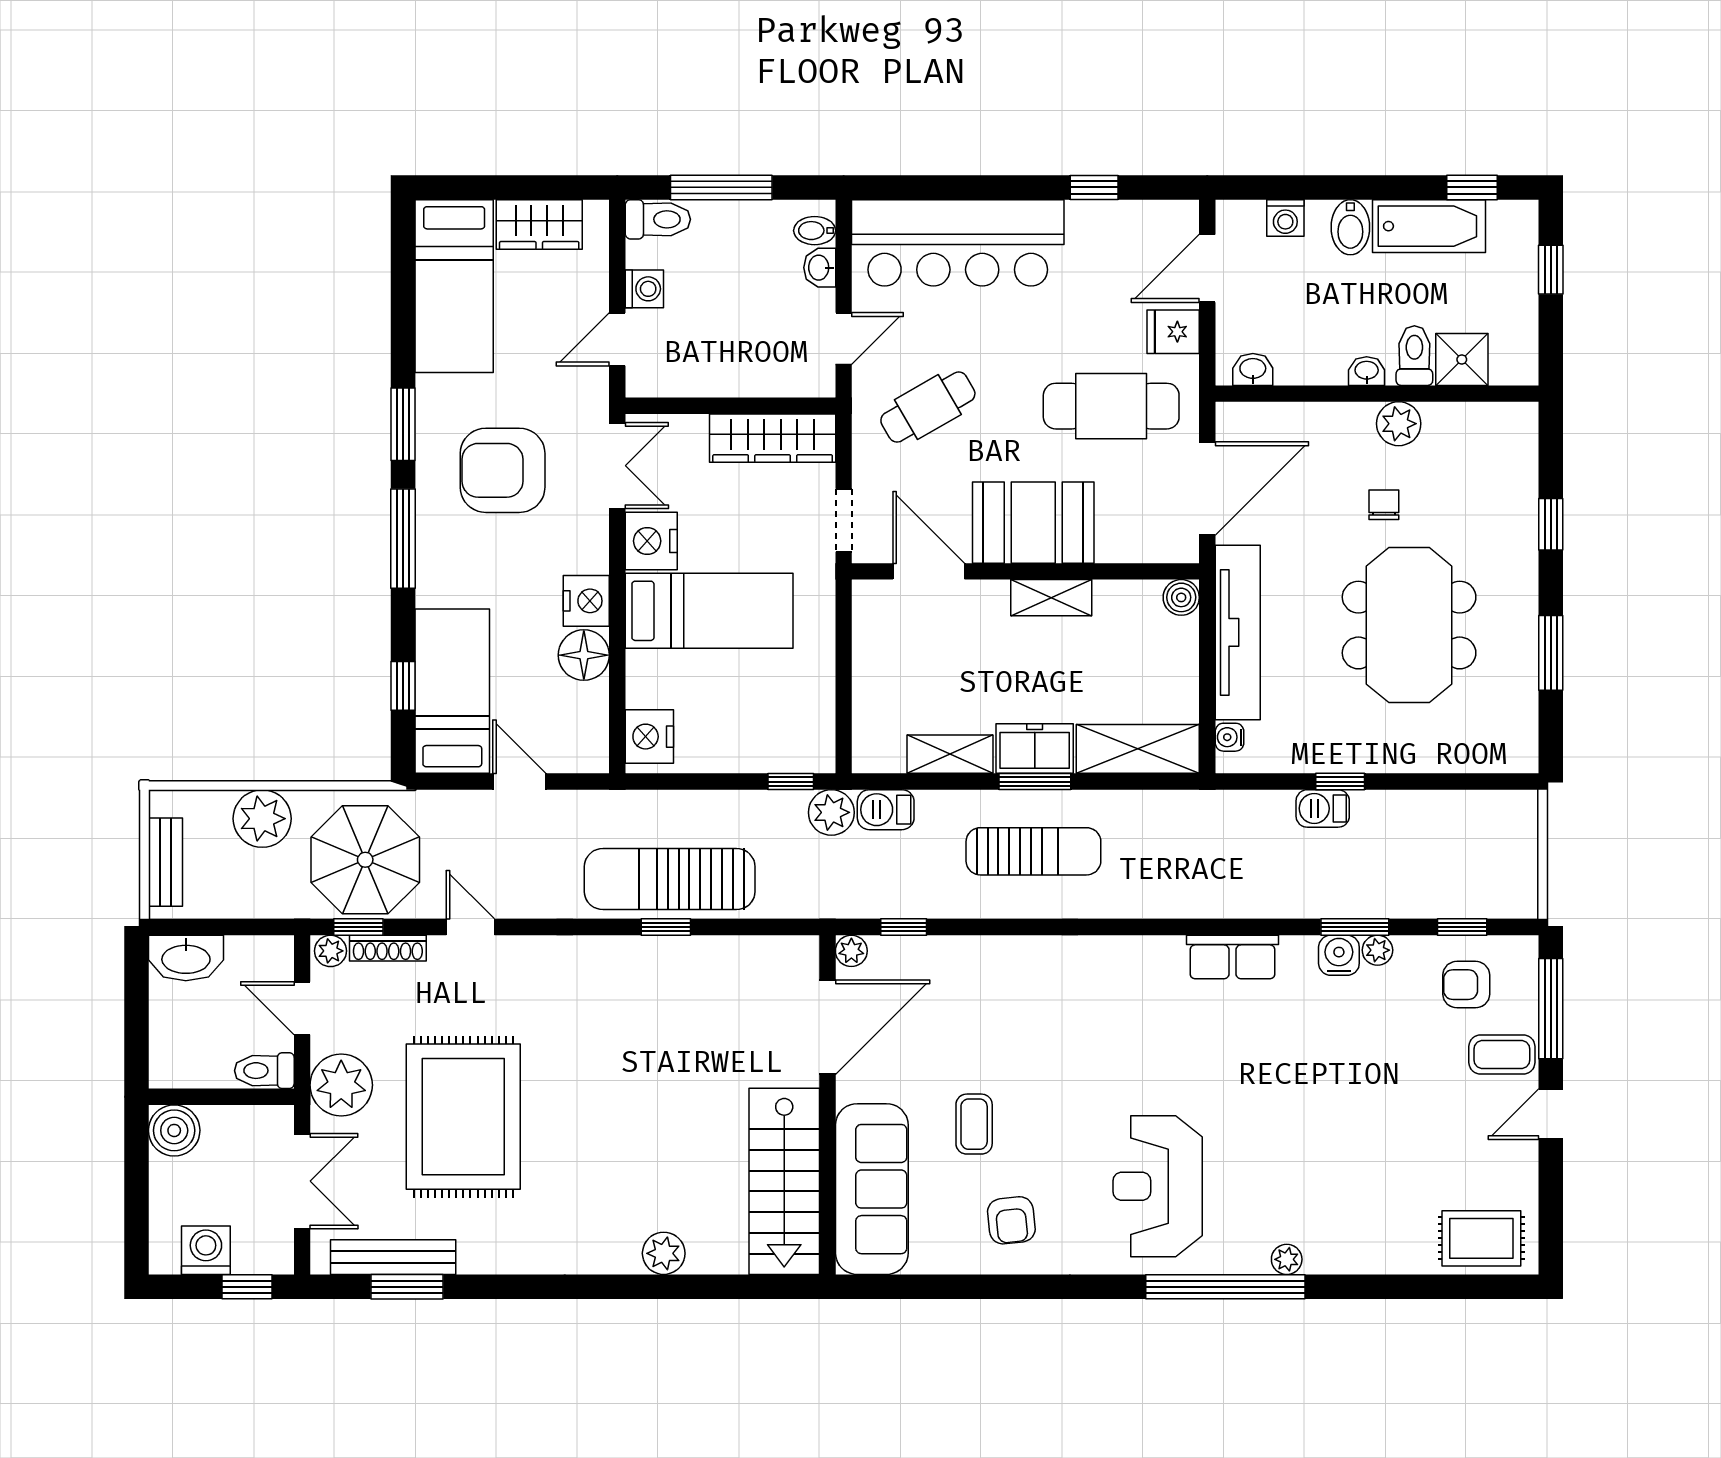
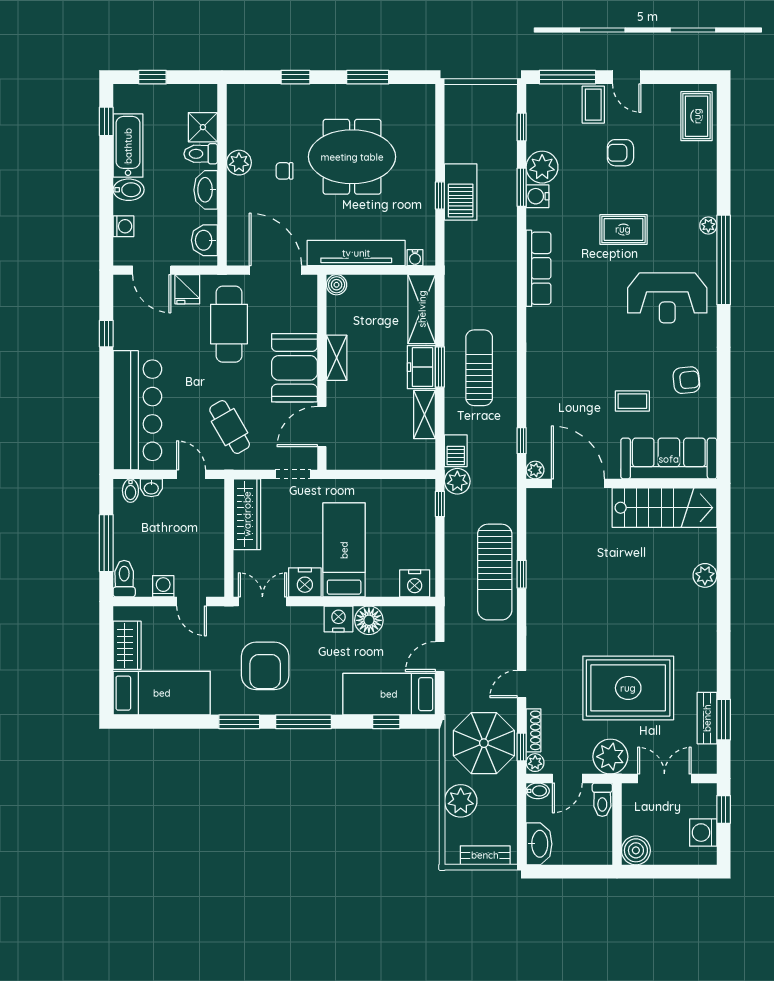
washbasin: (1253, 369) -> (204, 240), width x1.38, depth x1.45
washbasin: (1367, 371) -> (206, 190), width x1.91, depth x1.45
barbecue: (1323, 808) -> (461, 192), width x1.88, depth x1.53
plant: (1377, 950) -> (542, 167), width x1.88, depth x1.88
bidet: (280, 956) -> (538, 791), added
row of seats: (1232, 957) -> (539, 268), width x1.48
armchair: (1466, 985) -> (620, 153), moved, turned 90
rug: (1280, 1108) -> (623, 229), added
bench: (393, 1257) -> (707, 718), width x0.73

